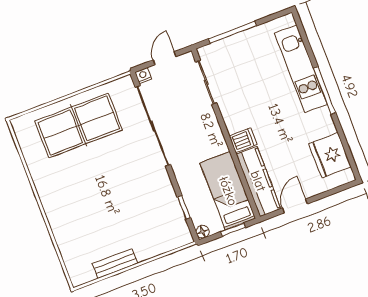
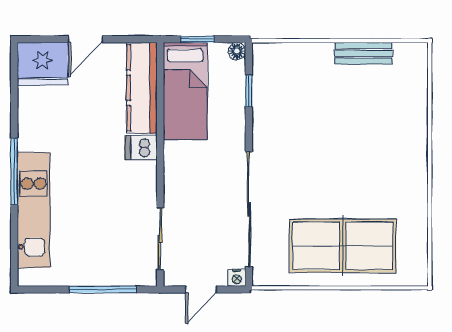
fridge: (330, 155) -> (42, 64), moved, turned 90
door: (295, 206) -> (85, 39), moved

